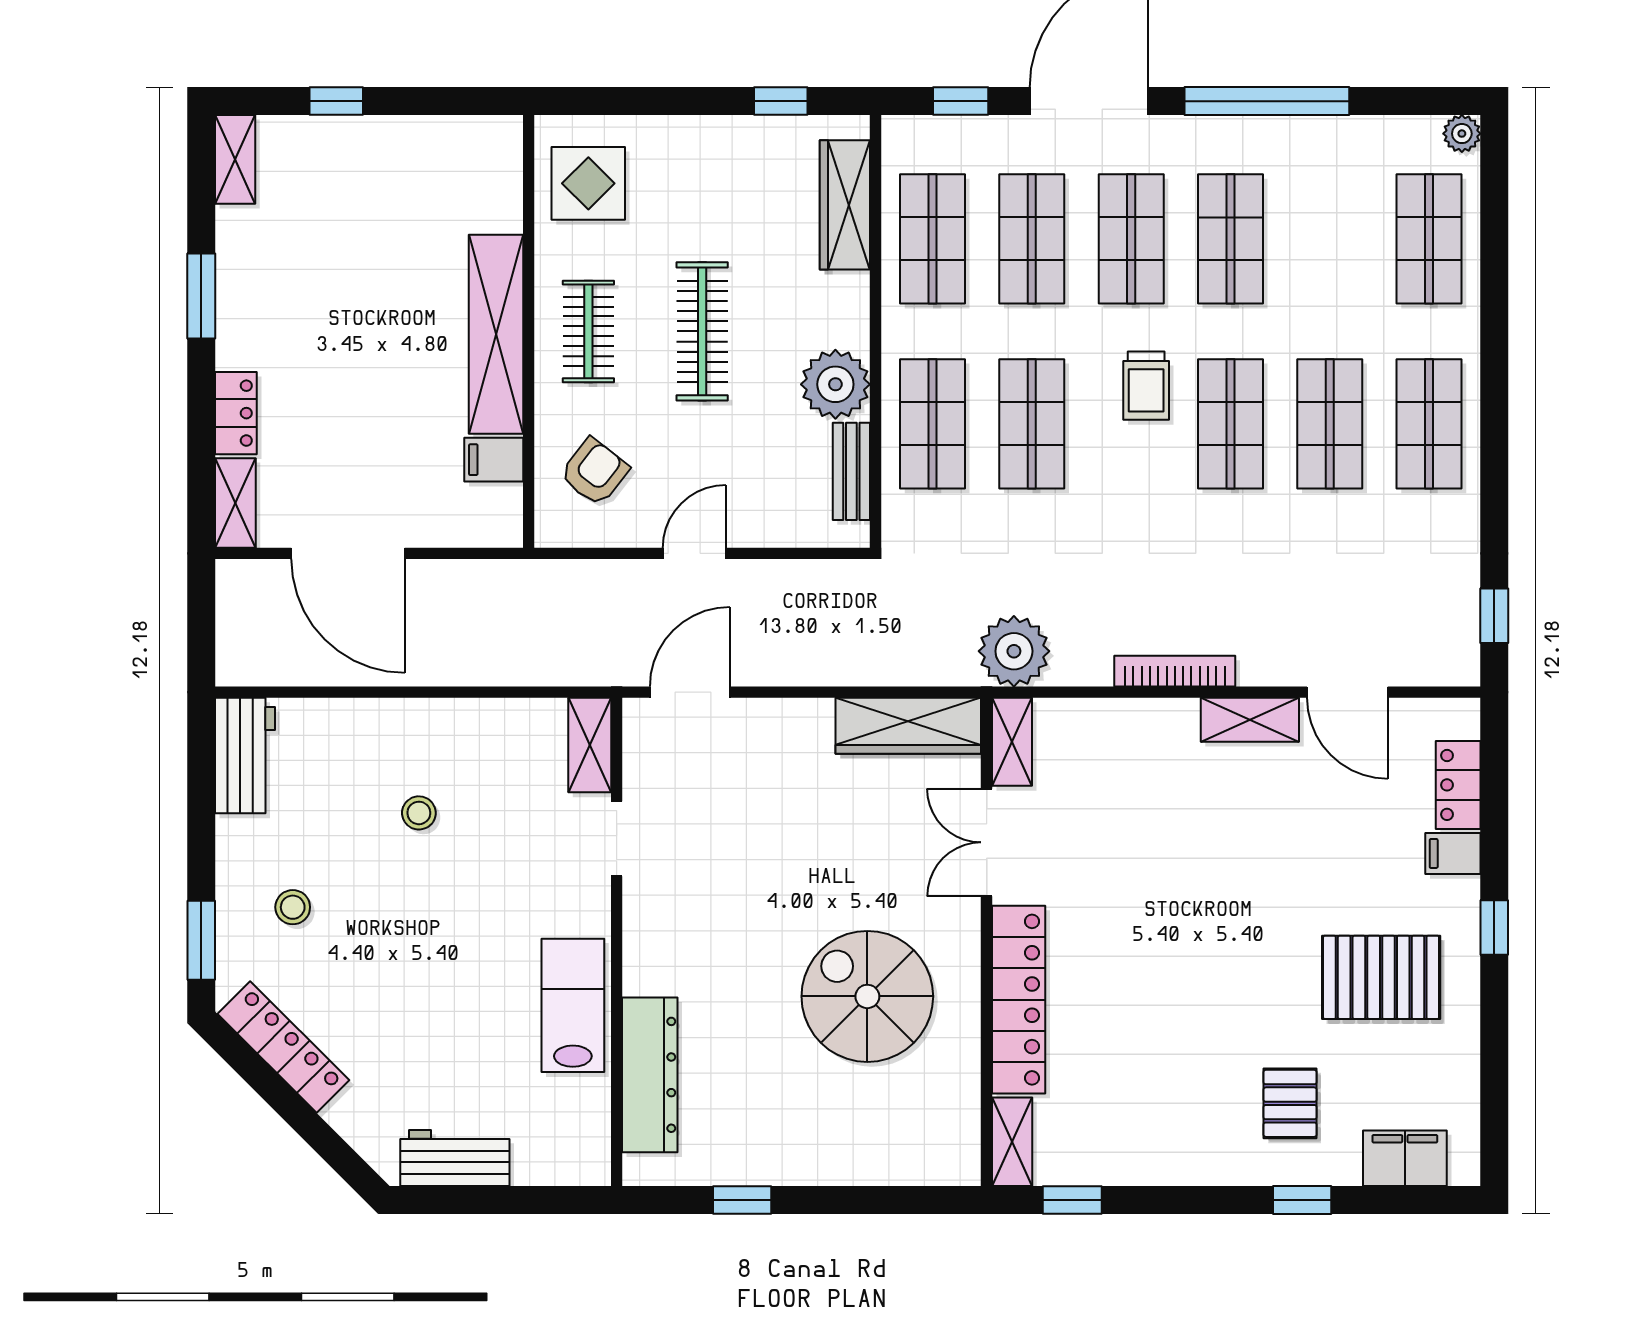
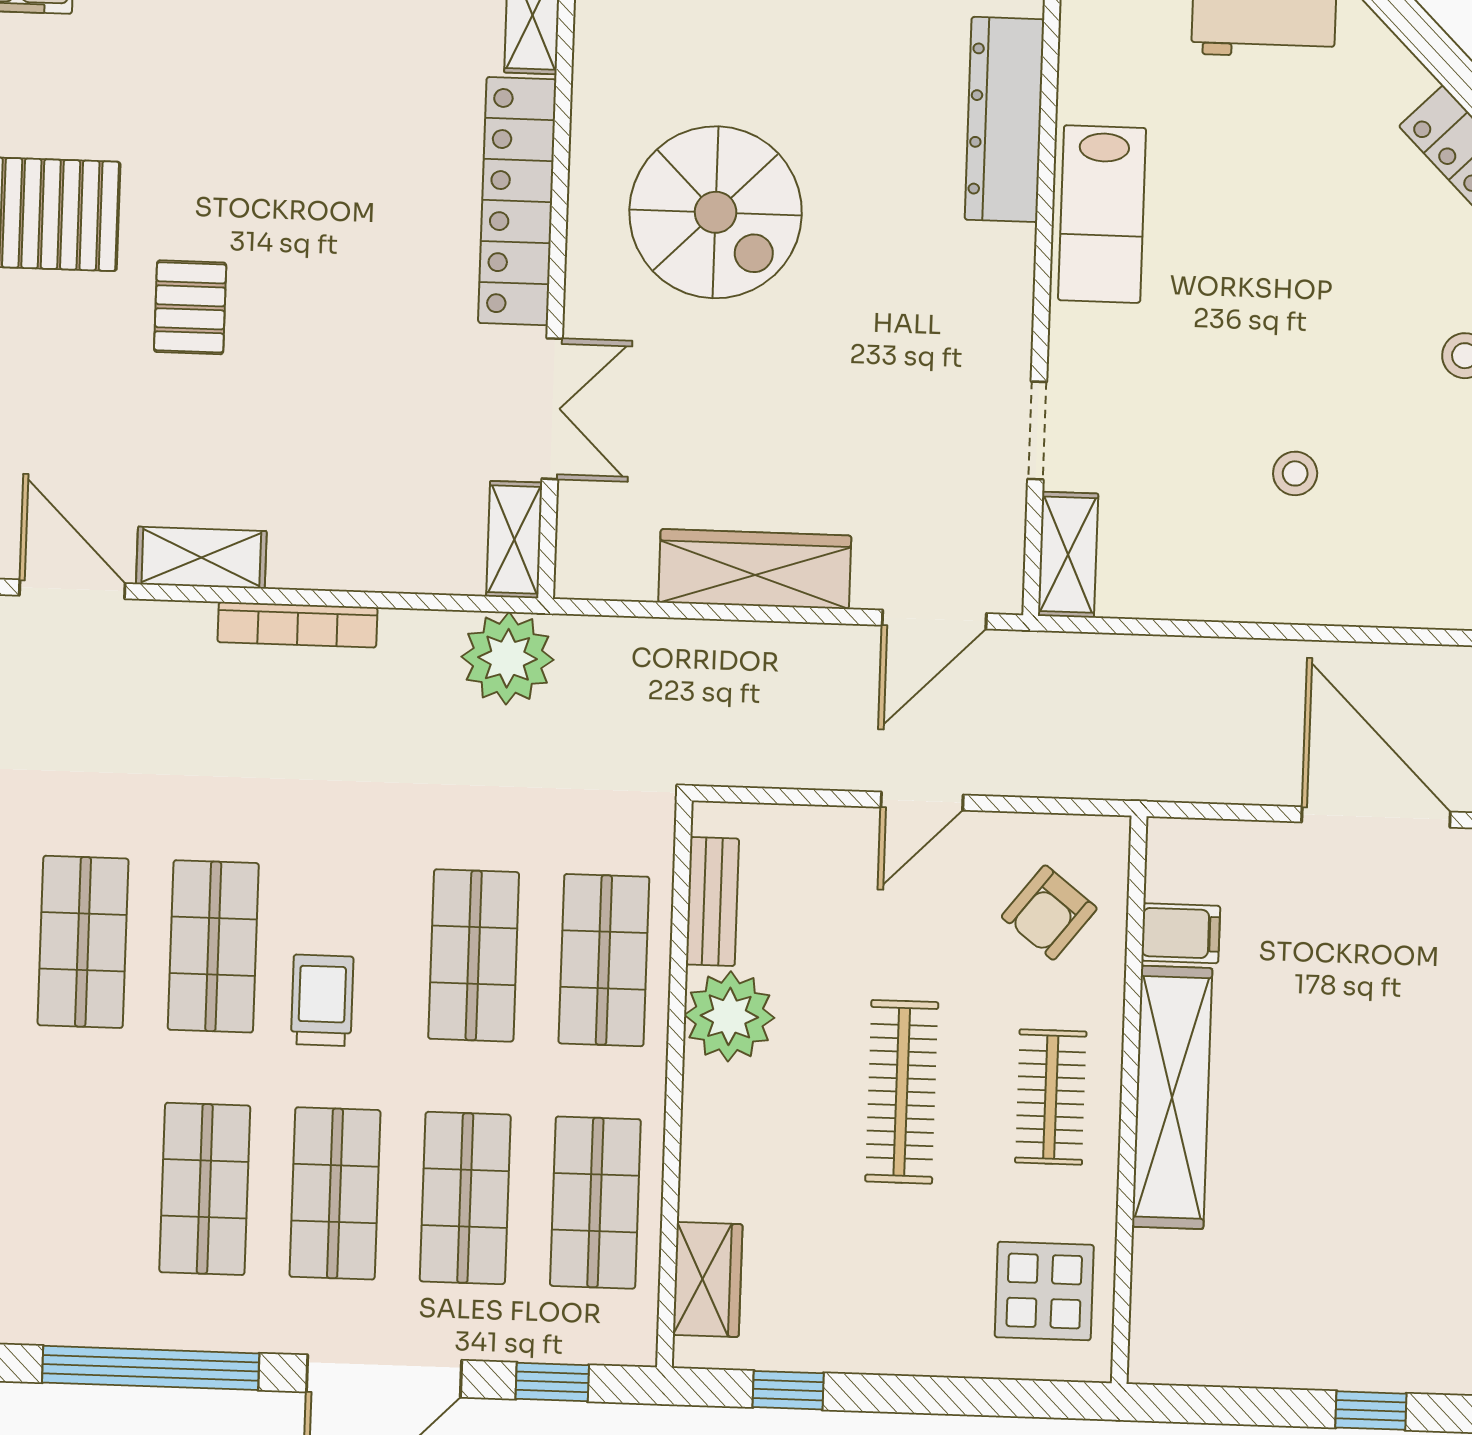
wardrobe: (845, 205) -> (708, 1280), width x0.67
wardrobe: (908, 726) -> (755, 569), moved
pallet: (1290, 1103) -> (190, 307), moved

